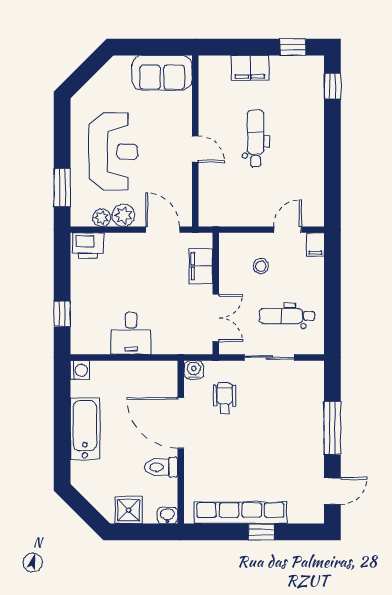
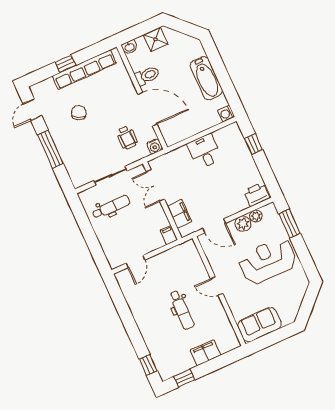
reception desk: (113, 152) -> (268, 261), turned 90
filing cabinet: (315, 244) -> (169, 235), moved
stool: (261, 266) -> (142, 231), removed
chair: (273, 459) -> (79, 113), added

